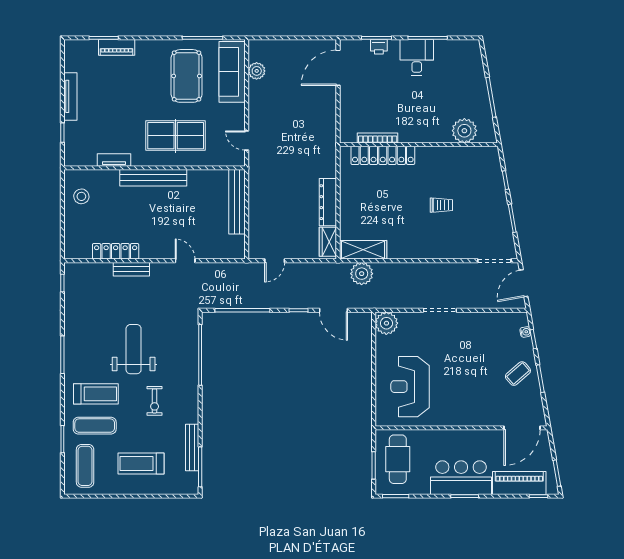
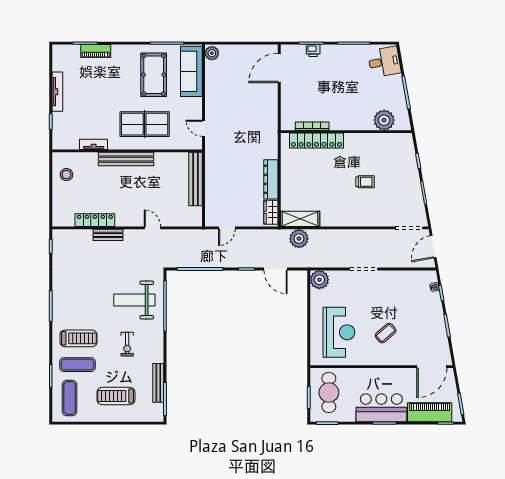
desk: (417, 57) -> (384, 62), moved, turned 80
plant: (257, 71) -> (212, 53), moved
weight bench: (134, 349) -> (134, 300), moved, turned -90
coffee table: (518, 374) -> (386, 333), moved
reception desk: (410, 387) -> (339, 332), turned 180

